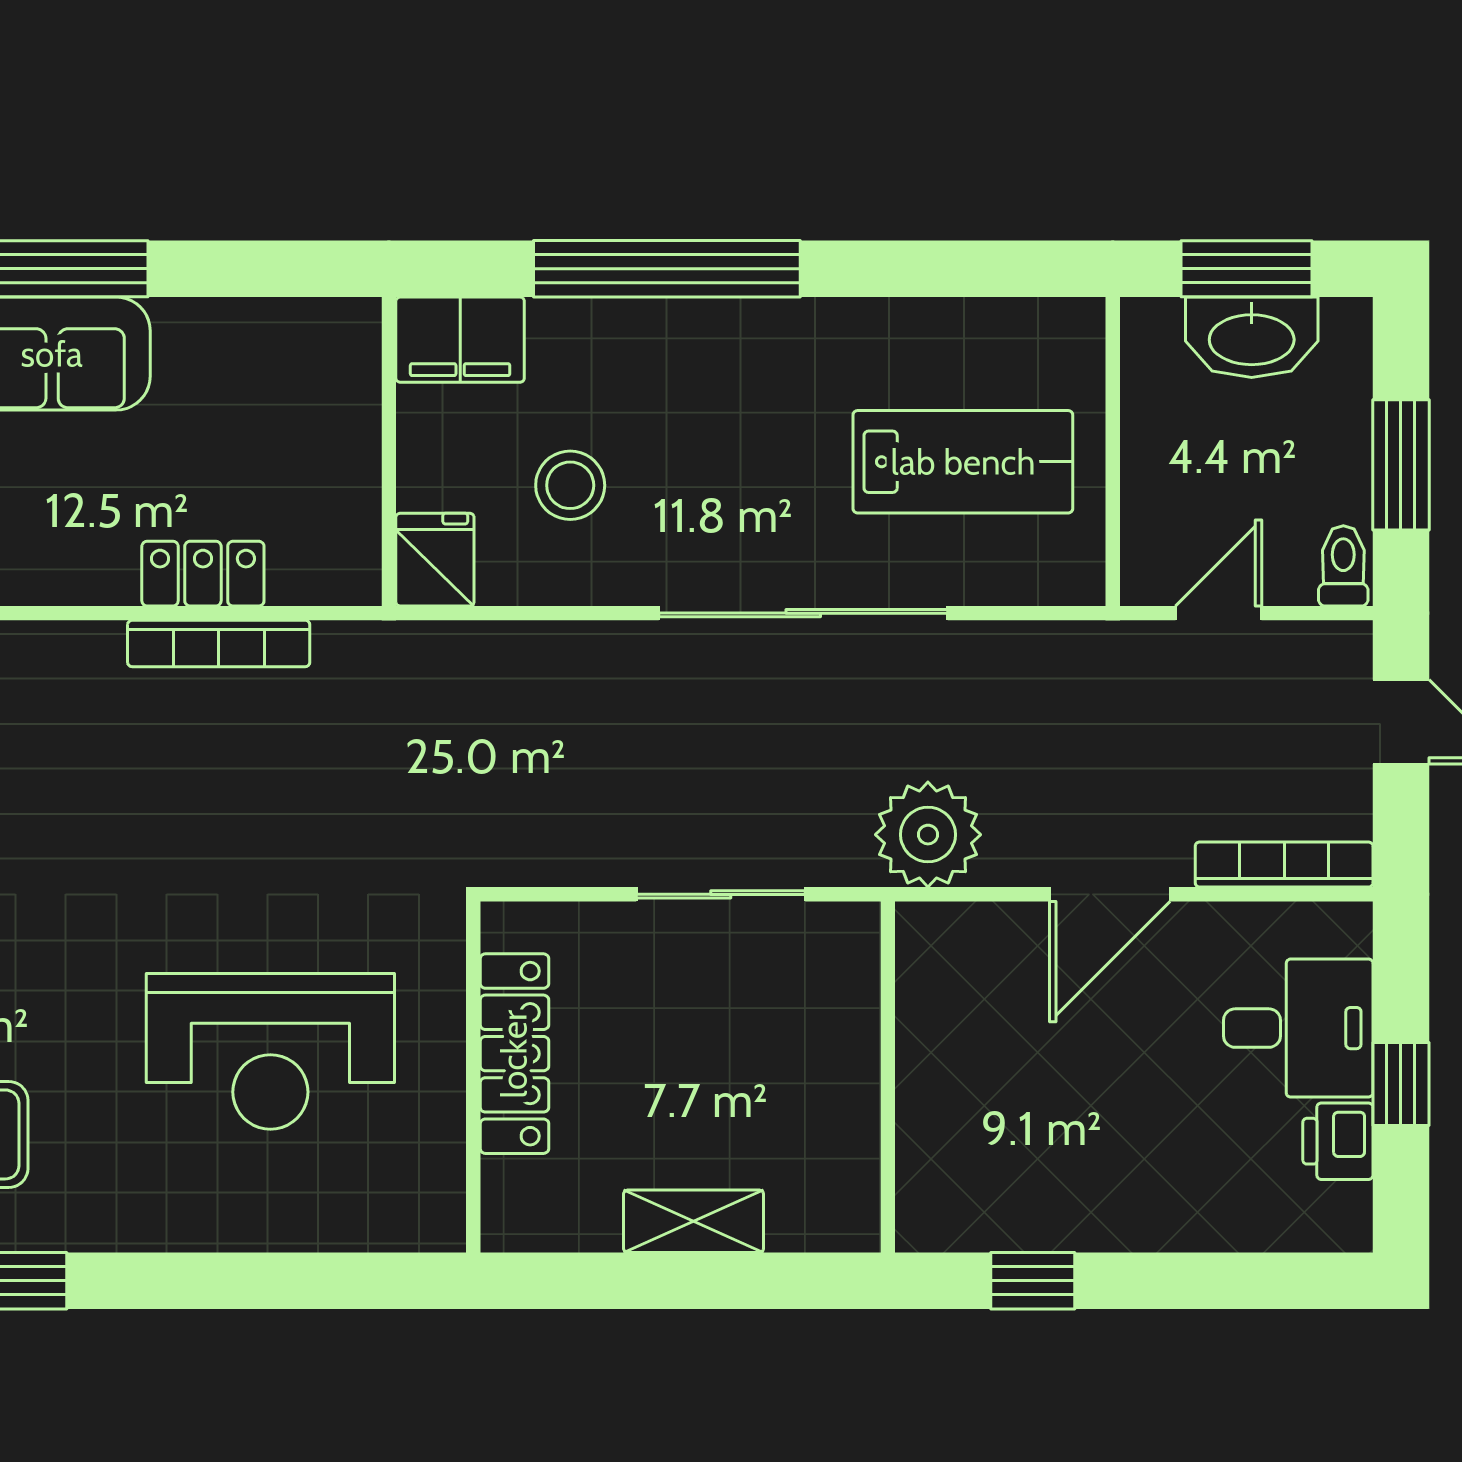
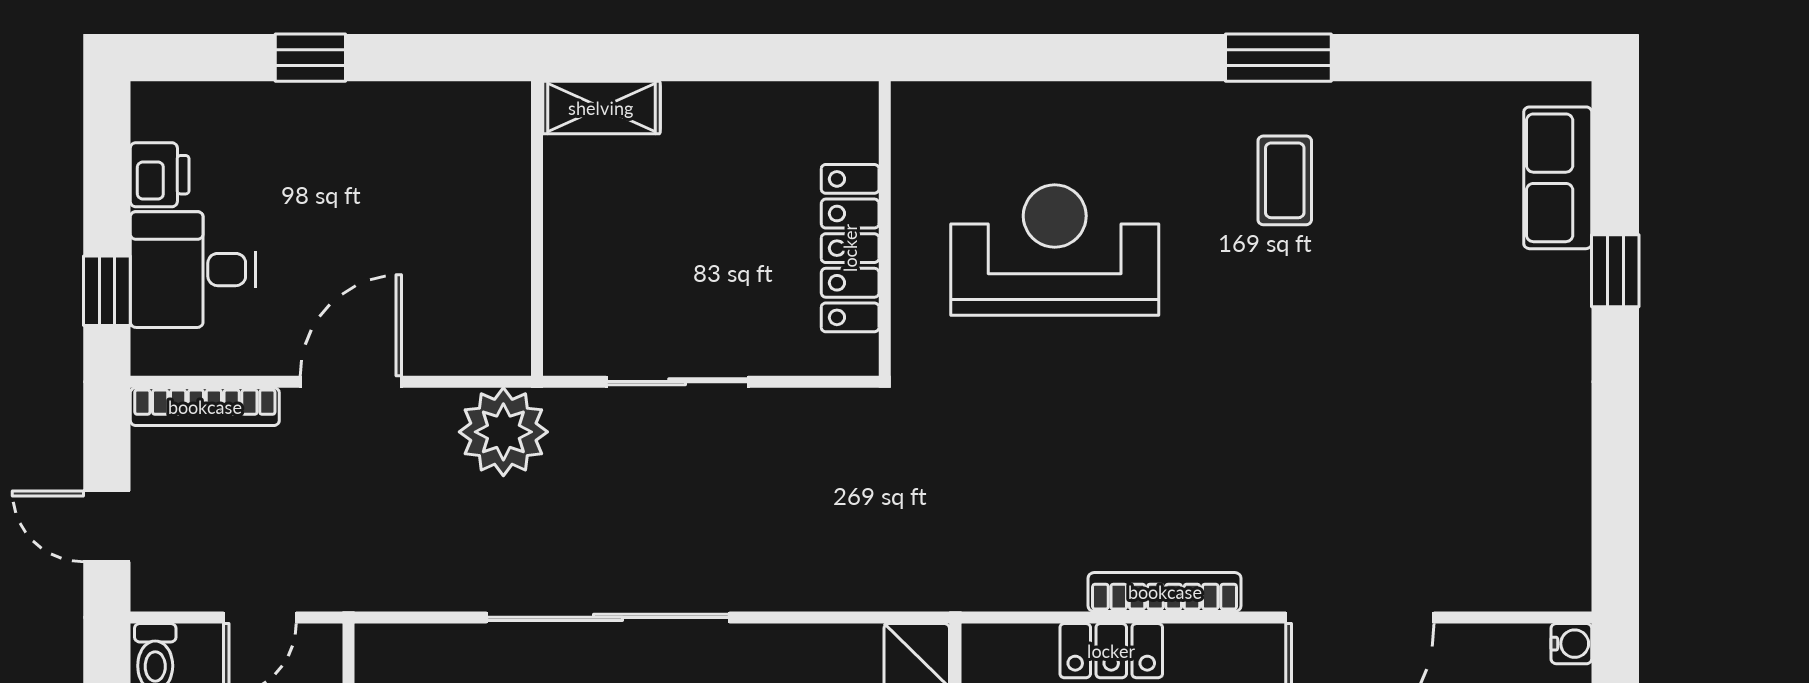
bookcase: (219, 643) -> (1165, 592), moved
window: (1401, 1084) -> (107, 291), moved
shelving: (694, 1221) -> (601, 108), moved
window: (1033, 1281) -> (310, 58), moved

